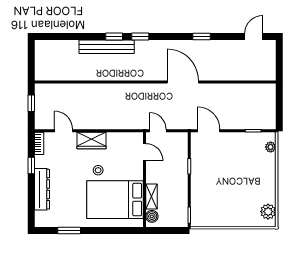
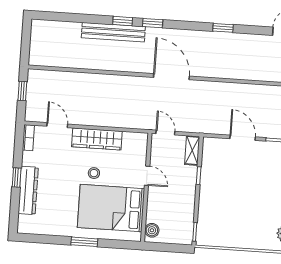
door: (183, 82) -> (171, 77), moved
door: (209, 131) -> (243, 138), moved
wardrobe: (92, 140) -> (97, 139), width x1.50
door: (144, 152) -> (147, 176), moved
window: (31, 165) -> (17, 177), moved
shelving: (151, 197) -> (192, 150), moved
window: (69, 230) -> (84, 242), moved

